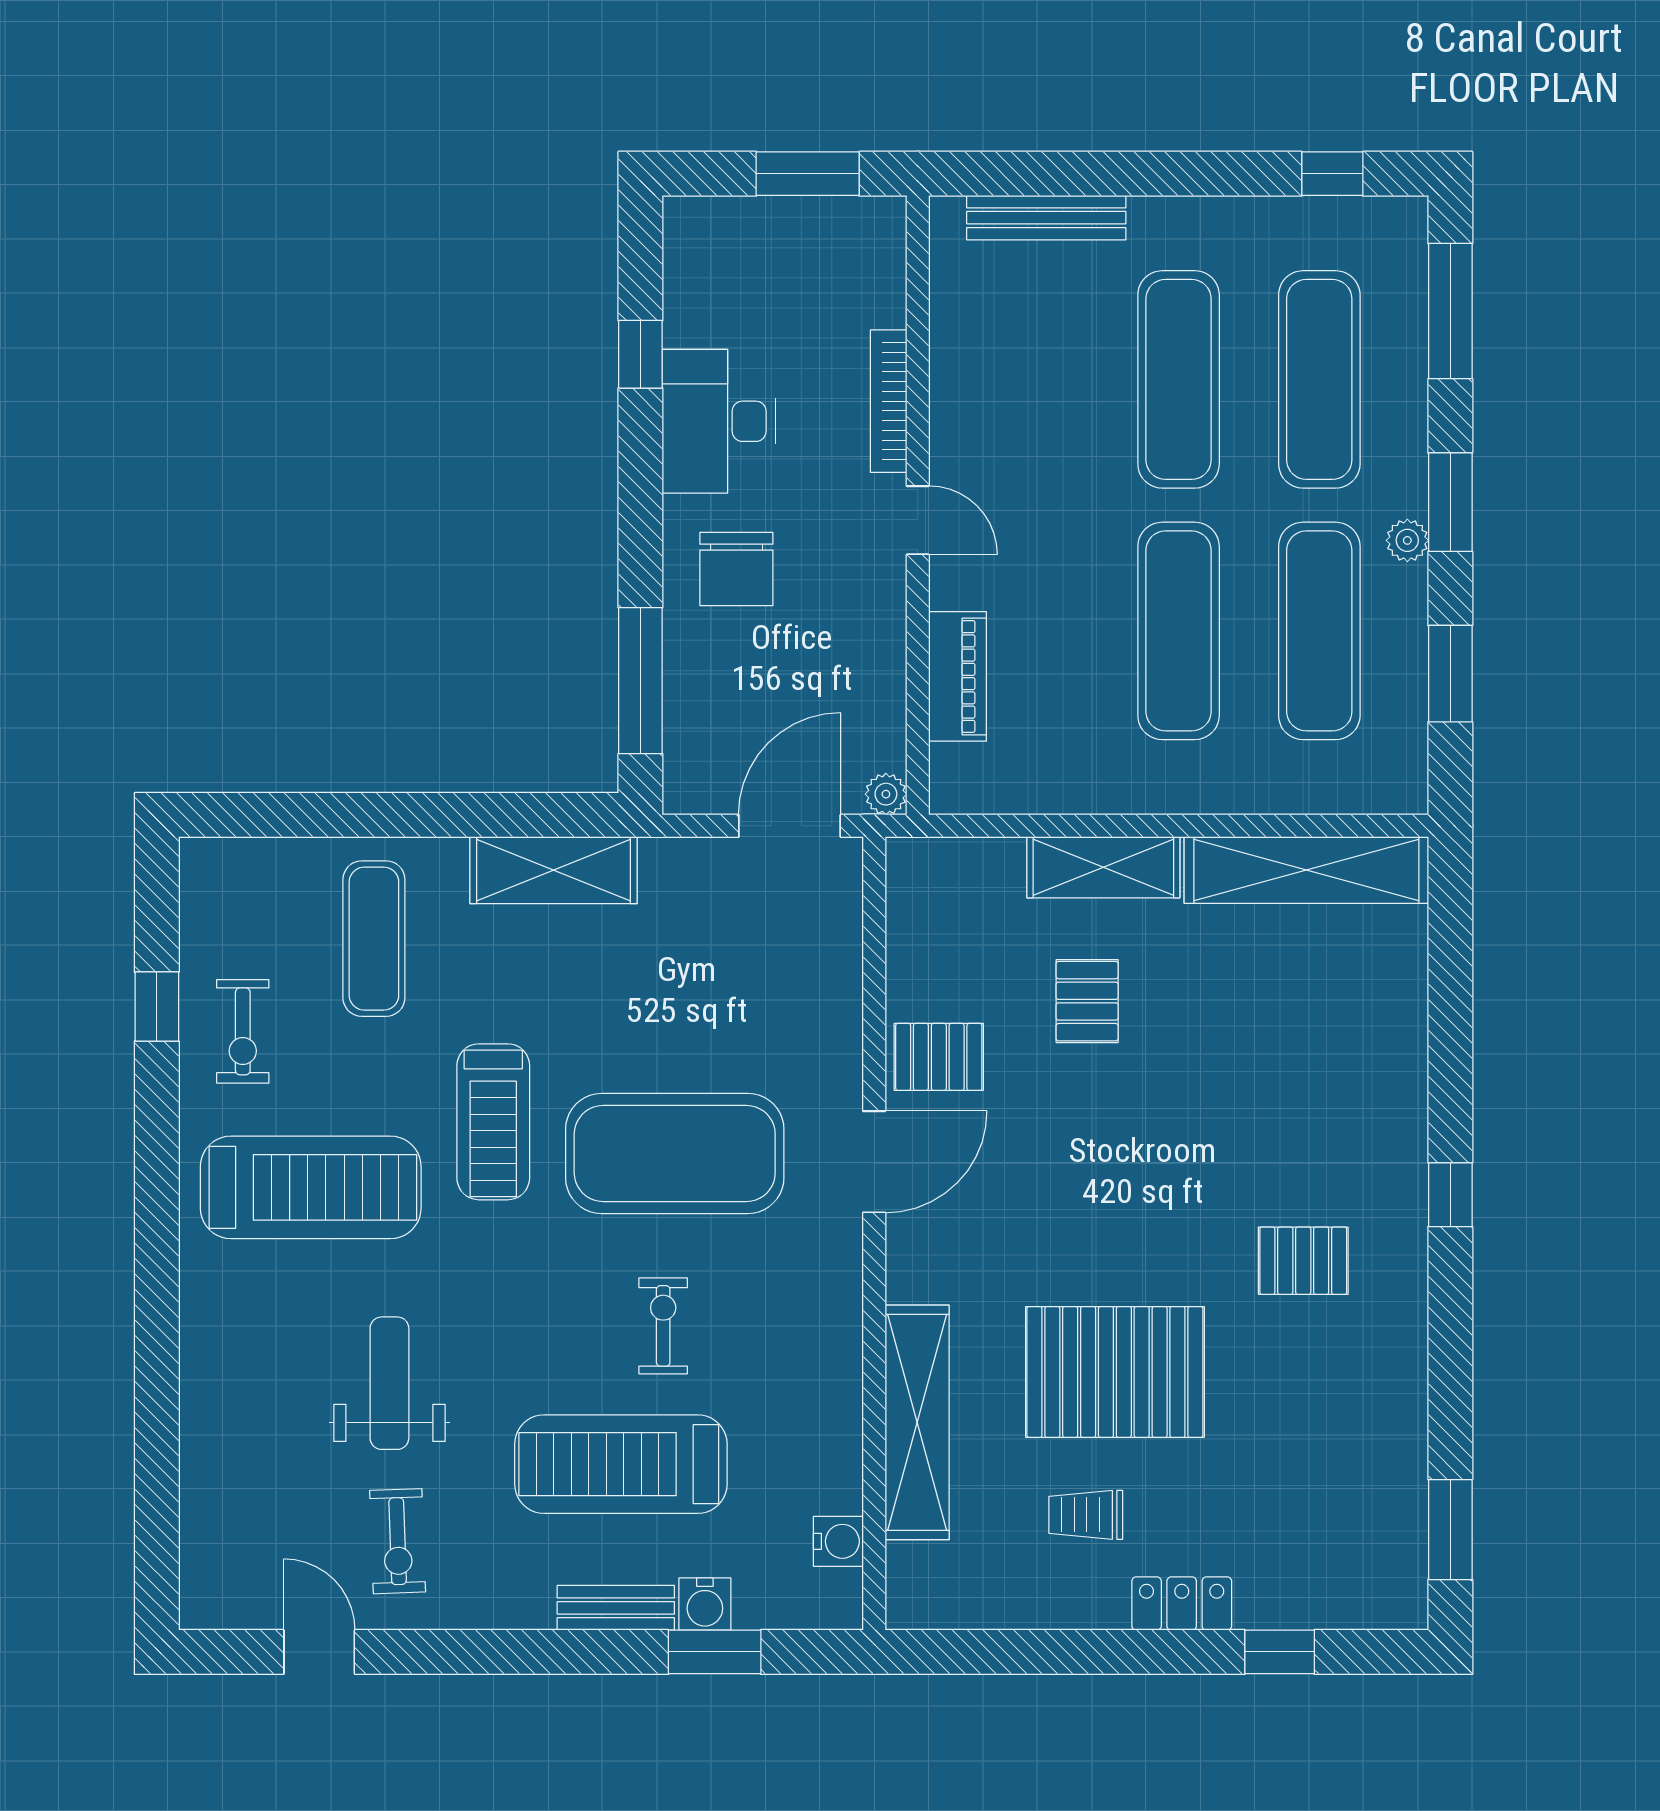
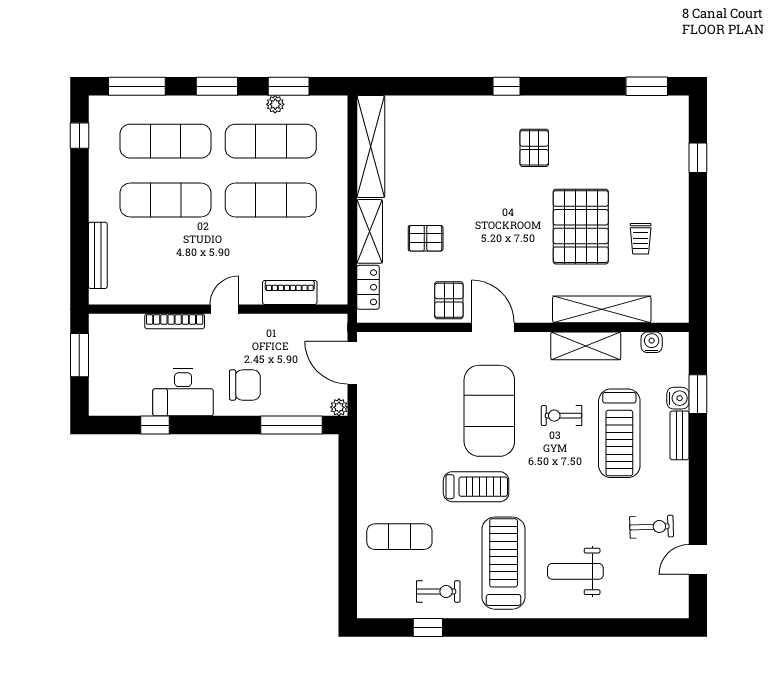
plant: (1407, 540) -> (275, 104), moved
plant: (886, 794) -> (339, 407), moved
shelving: (554, 870) -> (586, 346), moved, turned 90
weight bench: (389, 1383) -> (575, 571), moved
locker: (1182, 1604) -> (368, 287), moved, turned 180

